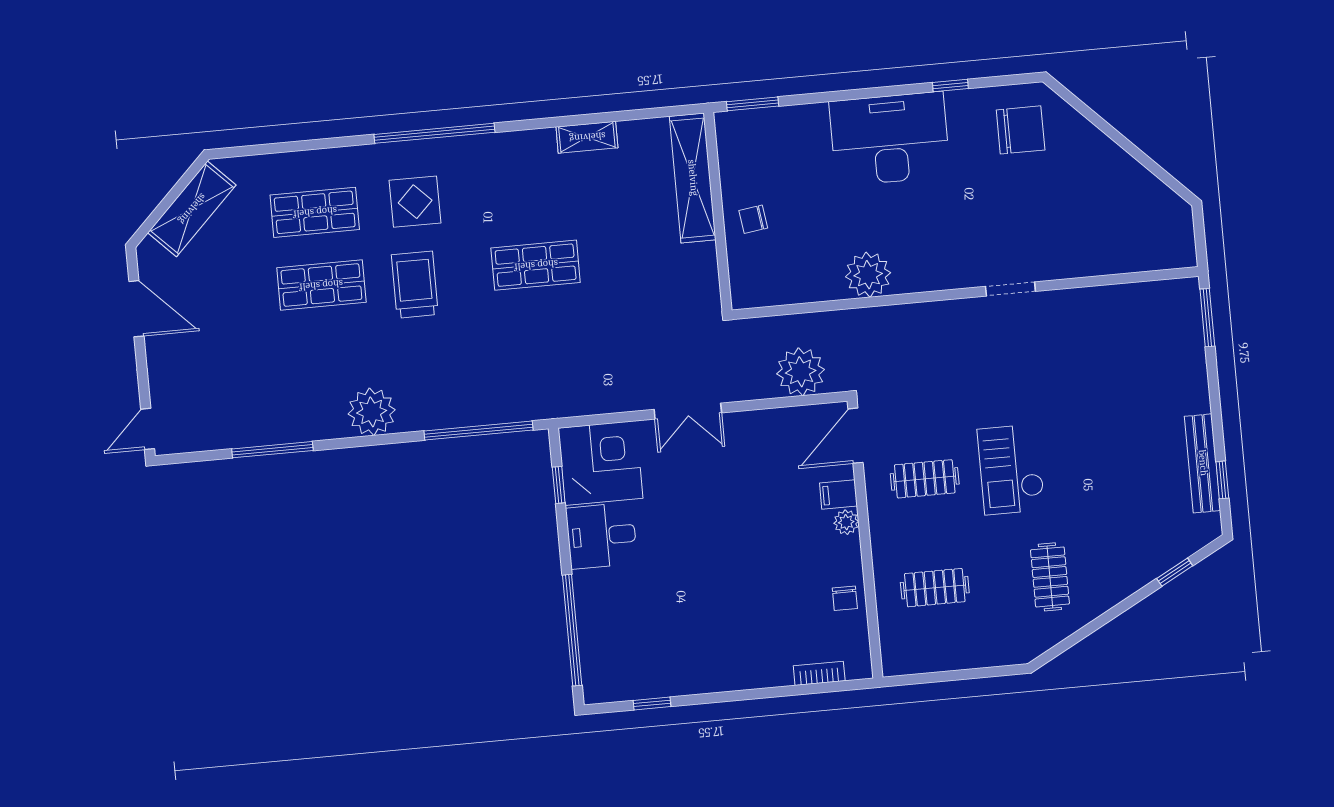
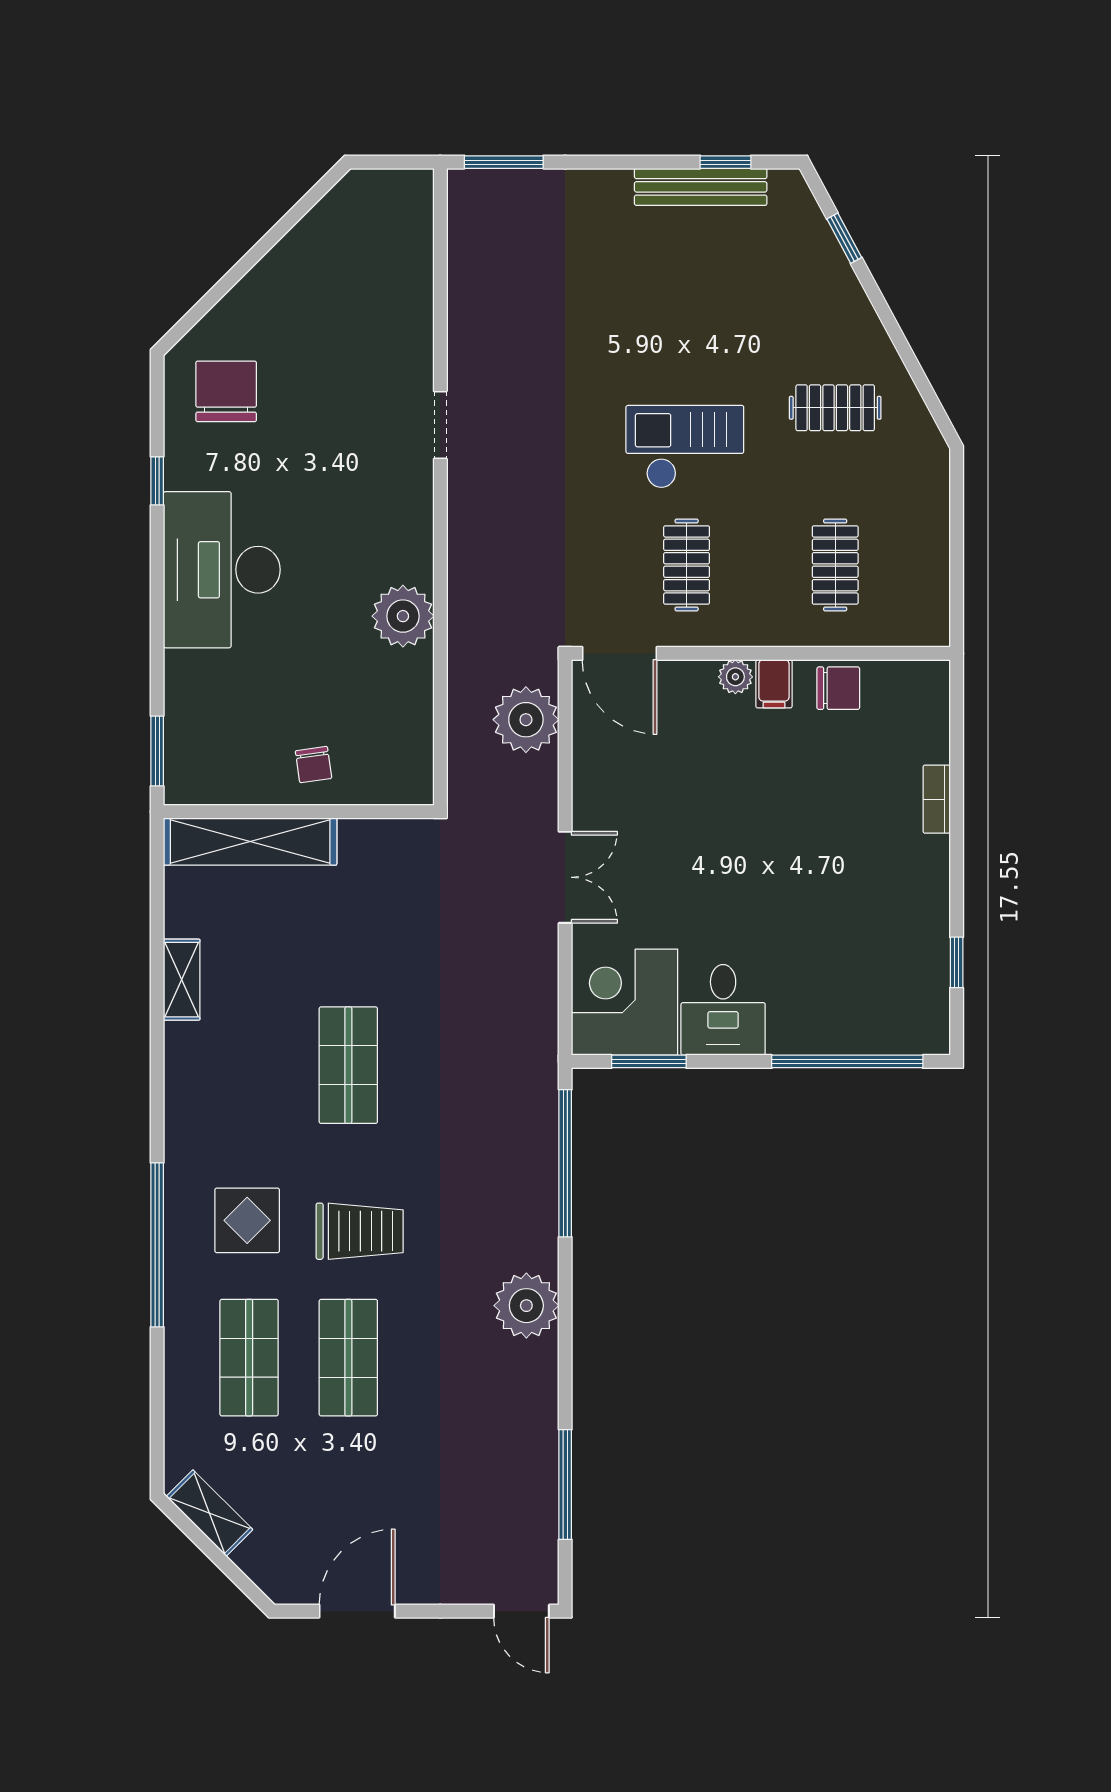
window: (434, 133) -> (157, 1245), moved
shelving: (192, 209) -> (209, 1513), width x0.67, depth x0.75
trolley: (415, 285) -> (360, 1231), turned 180
window: (272, 450) -> (565, 1485), moved
checkout: (1011, 470) -> (685, 447), turned 180
window: (559, 485) -> (649, 1061), width x1.50
filing cabinet: (838, 494) -> (774, 684), moved
chair: (845, 598) -> (838, 688), width x1.37, depth x1.37
bookcase: (819, 673) -> (937, 799), moved

